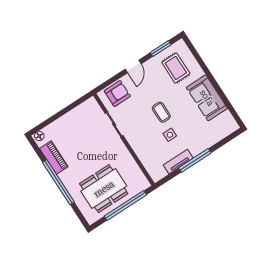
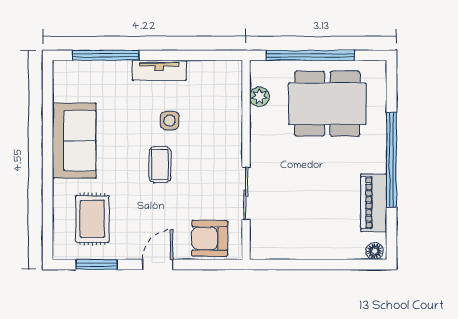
window: (195, 160) -> (106, 55), moved
tv unit: (178, 162) -> (159, 70), moved
plant: (136, 172) -> (259, 97), added

